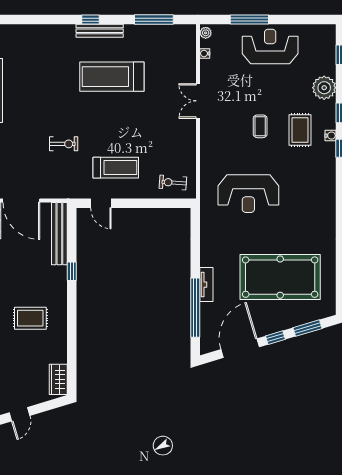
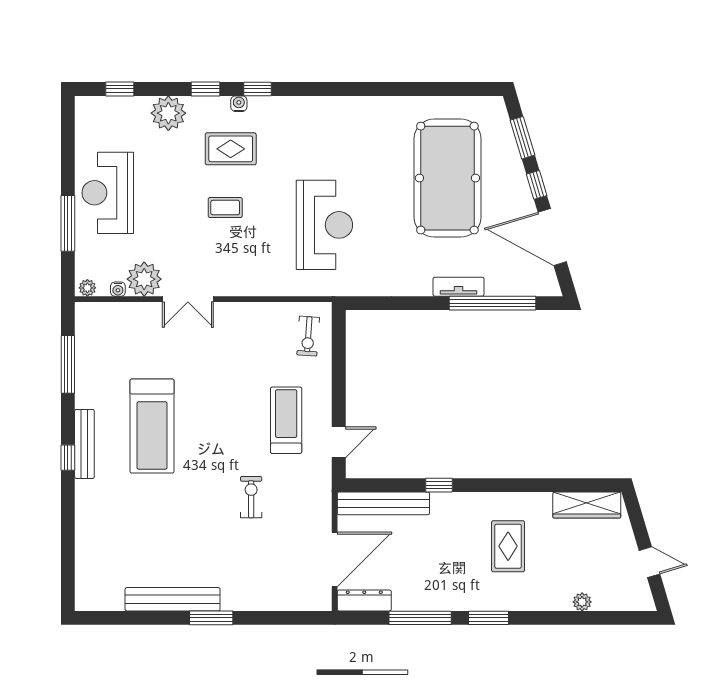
plant: (212, 71) -> (144, 279), added
wardrobe: (58, 379) -> (587, 505), width x1.50

